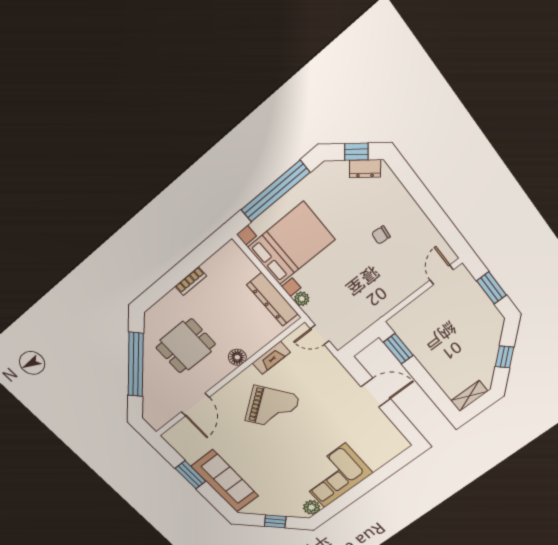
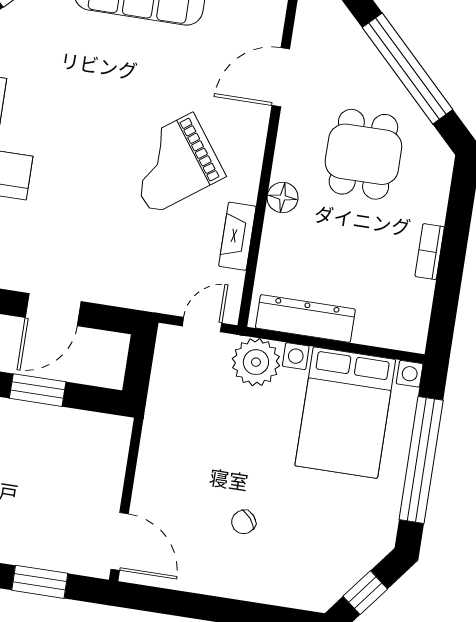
dresser: (365, 169) -> (337, 583), removed
chair: (381, 235) -> (244, 522), turned -136
door: (442, 275) -> (120, 541), width x1.38
plant: (302, 299) -> (256, 362), width x1.88, depth x1.88
window: (398, 349) -> (38, 390), moved
door: (195, 405) -> (281, 77), hinge flipped

